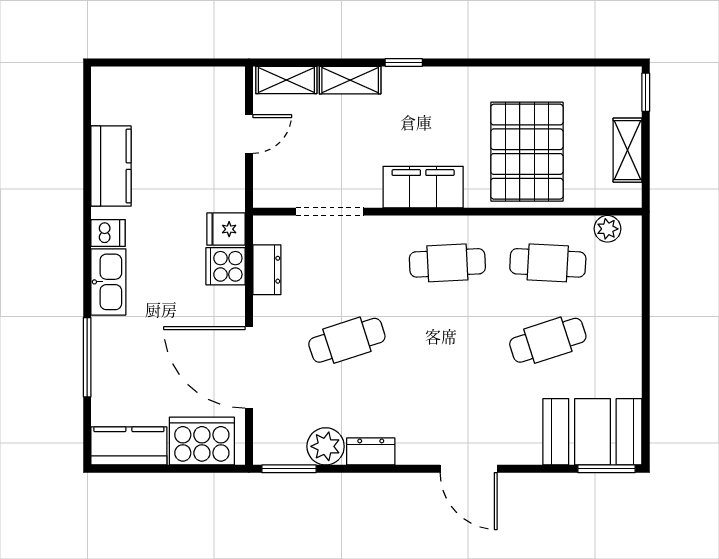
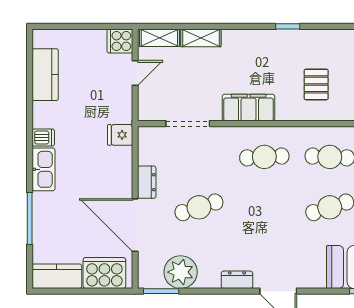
window: (404, 62) -> (288, 26), moved
pallet: (527, 152) -> (316, 84), width x0.49, depth x0.50
kitchen counter: (111, 166) -> (45, 75), moved
cooker: (226, 266) -> (120, 41), moved
dresser: (267, 270) -> (147, 182), moved
plant: (326, 446) -> (181, 272), width x1.36, depth x1.36
dresser: (371, 451) -> (237, 280), moved

